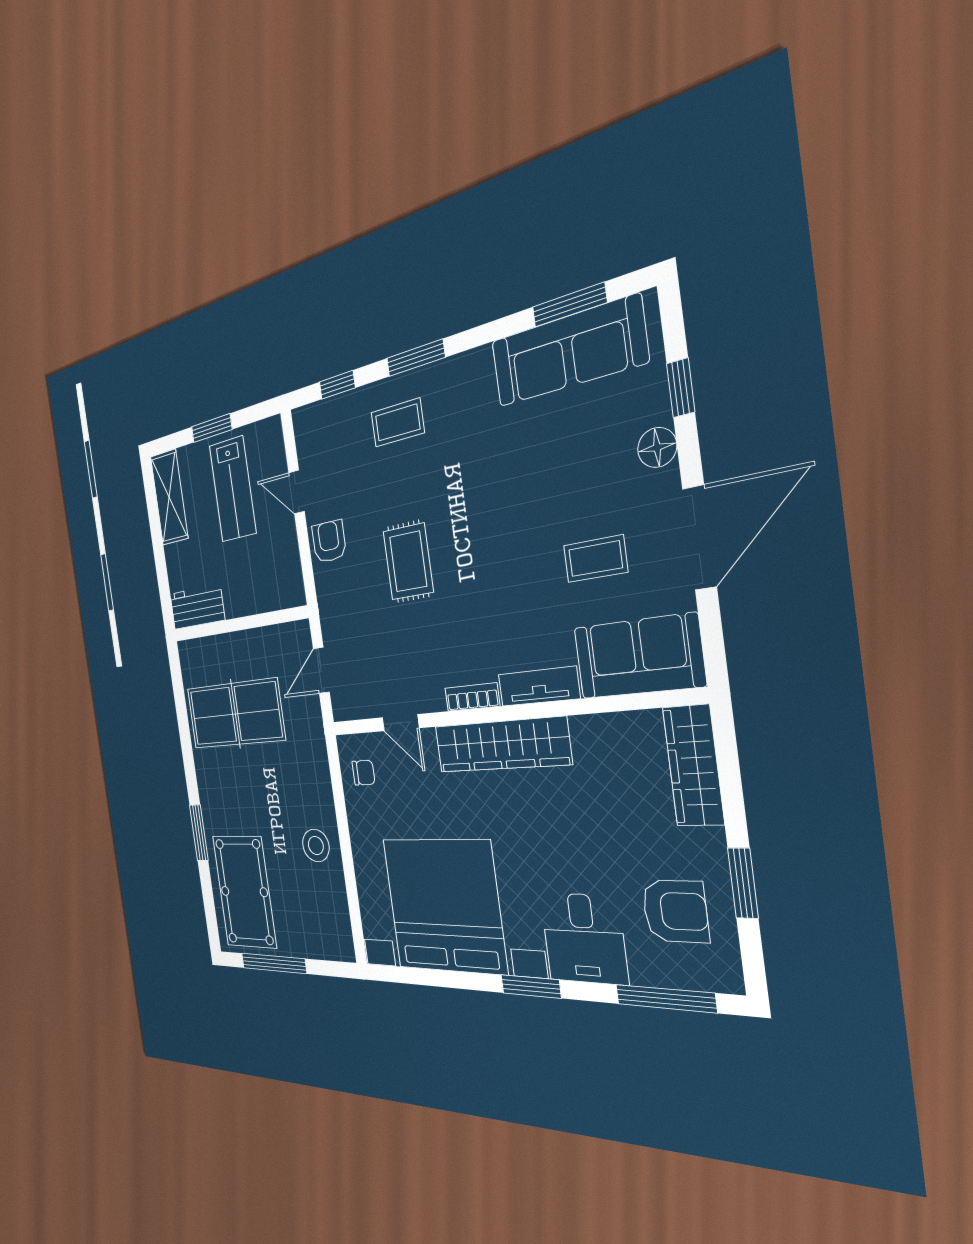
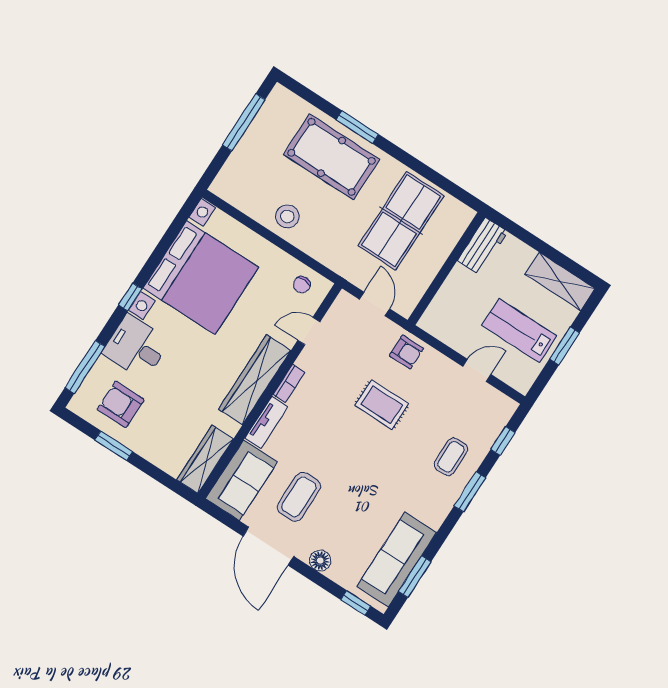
window: (681, 388) -> (356, 603), moved
armchair: (329, 541) -> (406, 352), moved
coffee table: (595, 559) -> (299, 497), width x1.36, depth x1.30
wardrobe: (693, 766) -> (205, 459), moved, turned -90
pool table: (244, 892) -> (332, 157), moved
armchair: (675, 911) -> (121, 404), turned 90
window: (531, 986) -> (130, 297), width x0.67

